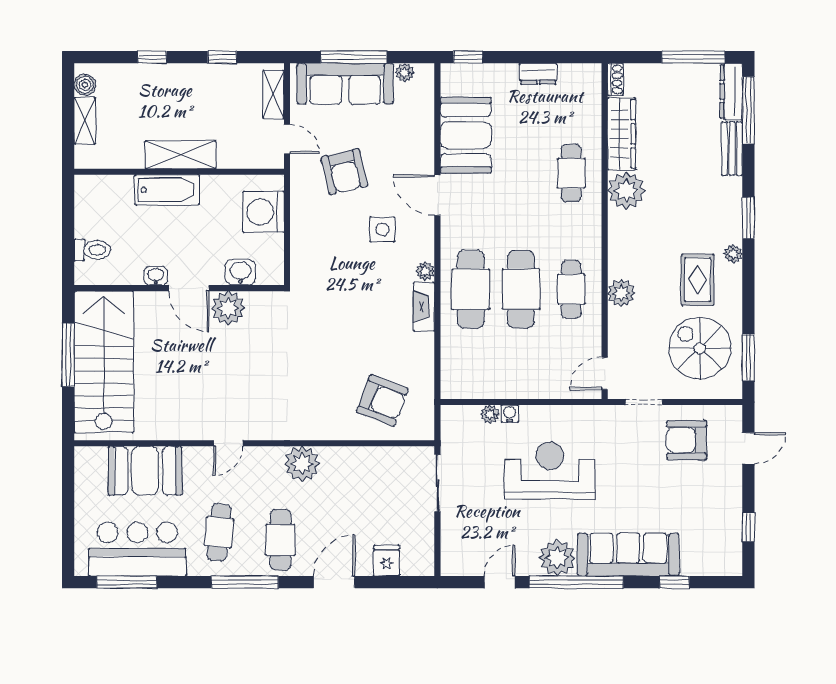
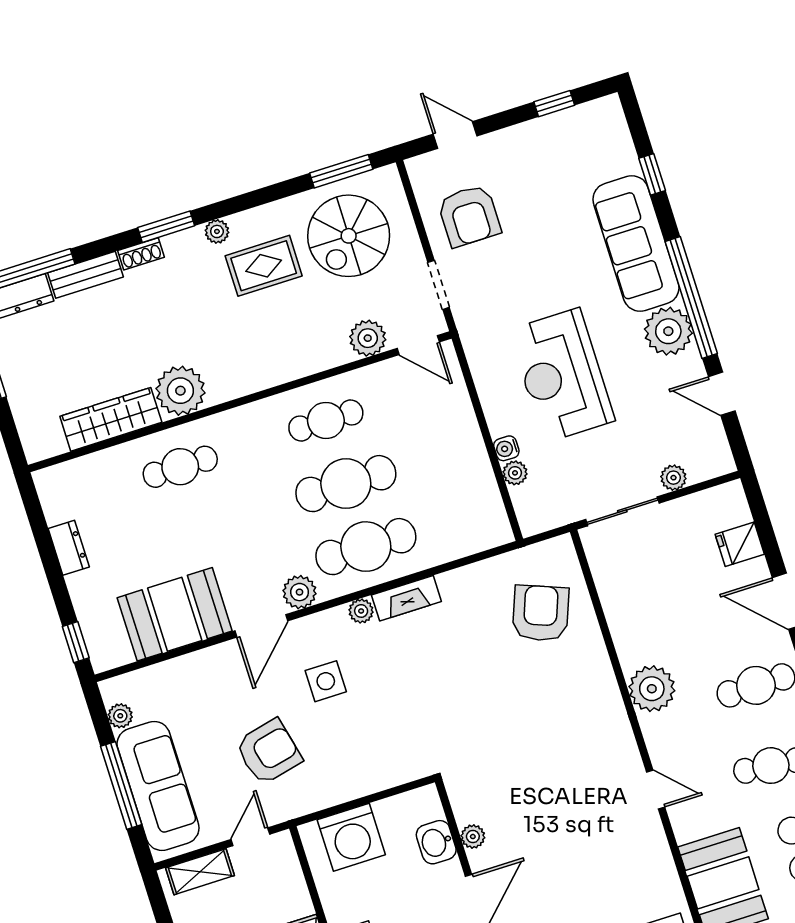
shoe rack: (615, 79) -> (141, 254), moved, turned 180
plant: (453, 231) -> (300, 592), added
plant: (621, 293) -> (368, 338), moved
plant: (228, 308) -> (473, 837), width x0.53, depth x0.53
plant: (450, 528) -> (673, 478), added

